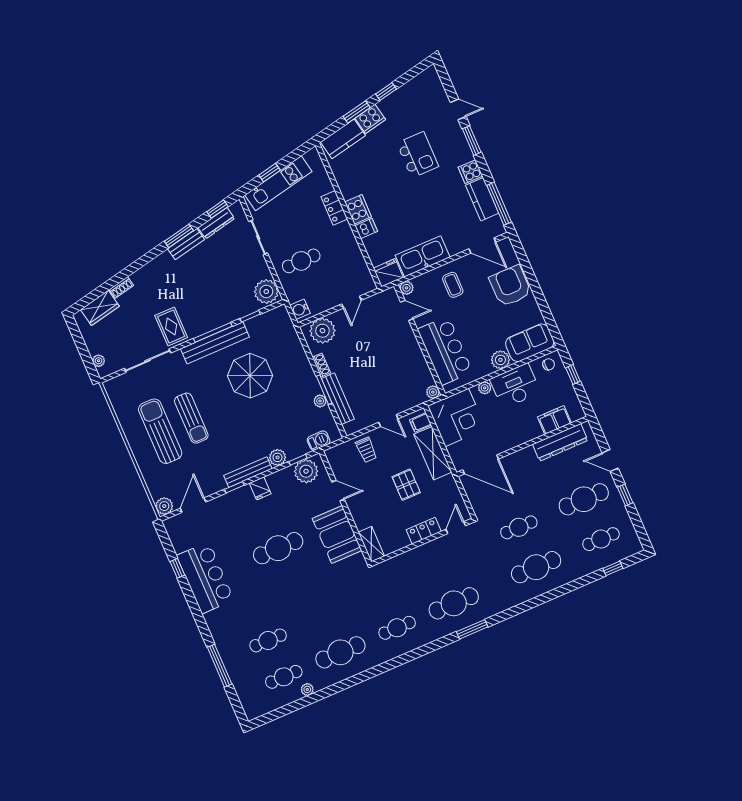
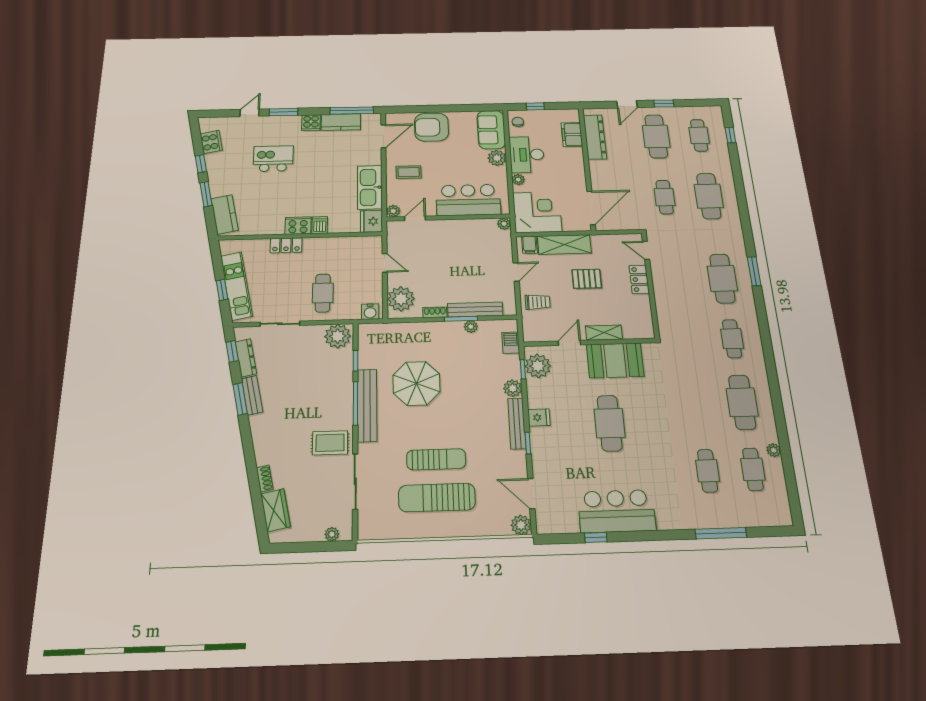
cooker: (370, 119) -> (211, 142), moved
shelving: (371, 544) -> (604, 333), moved

